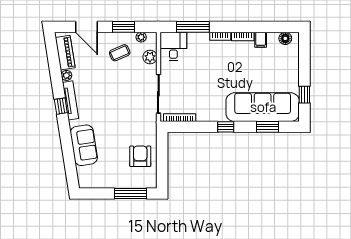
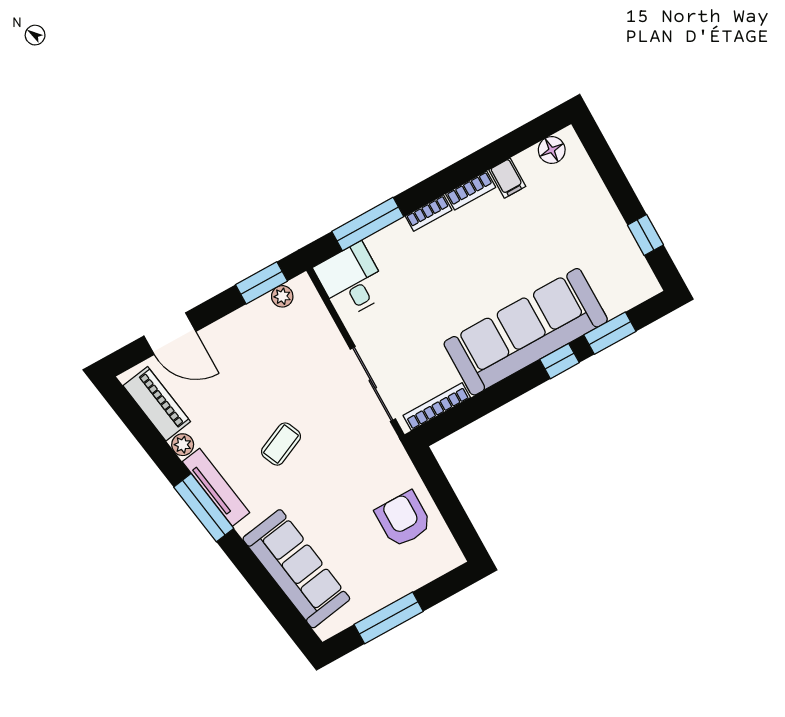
window: (123, 27) -> (261, 283), moved
coffee table: (120, 53) -> (281, 444), moved
plant: (150, 57) -> (319, 324), removed
window: (61, 106) -> (204, 508), width x2.17
sofa: (263, 107) -> (526, 332), moved
window: (226, 127) -> (560, 361), moved
sofa: (84, 145) -> (296, 569), width x1.36
window: (130, 193) -> (389, 618), moved

